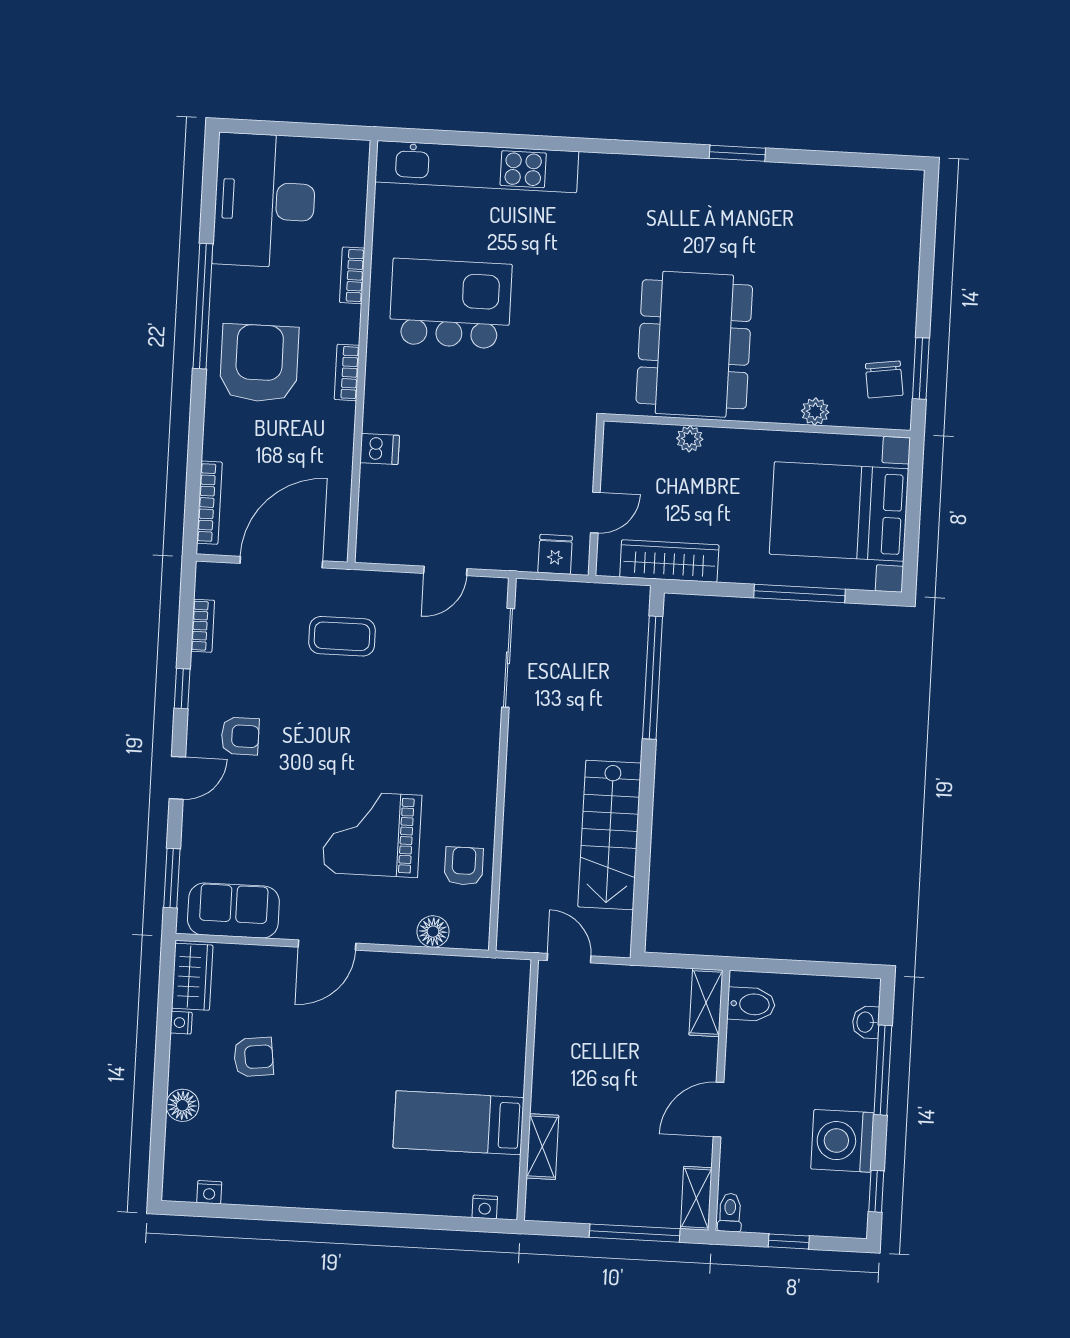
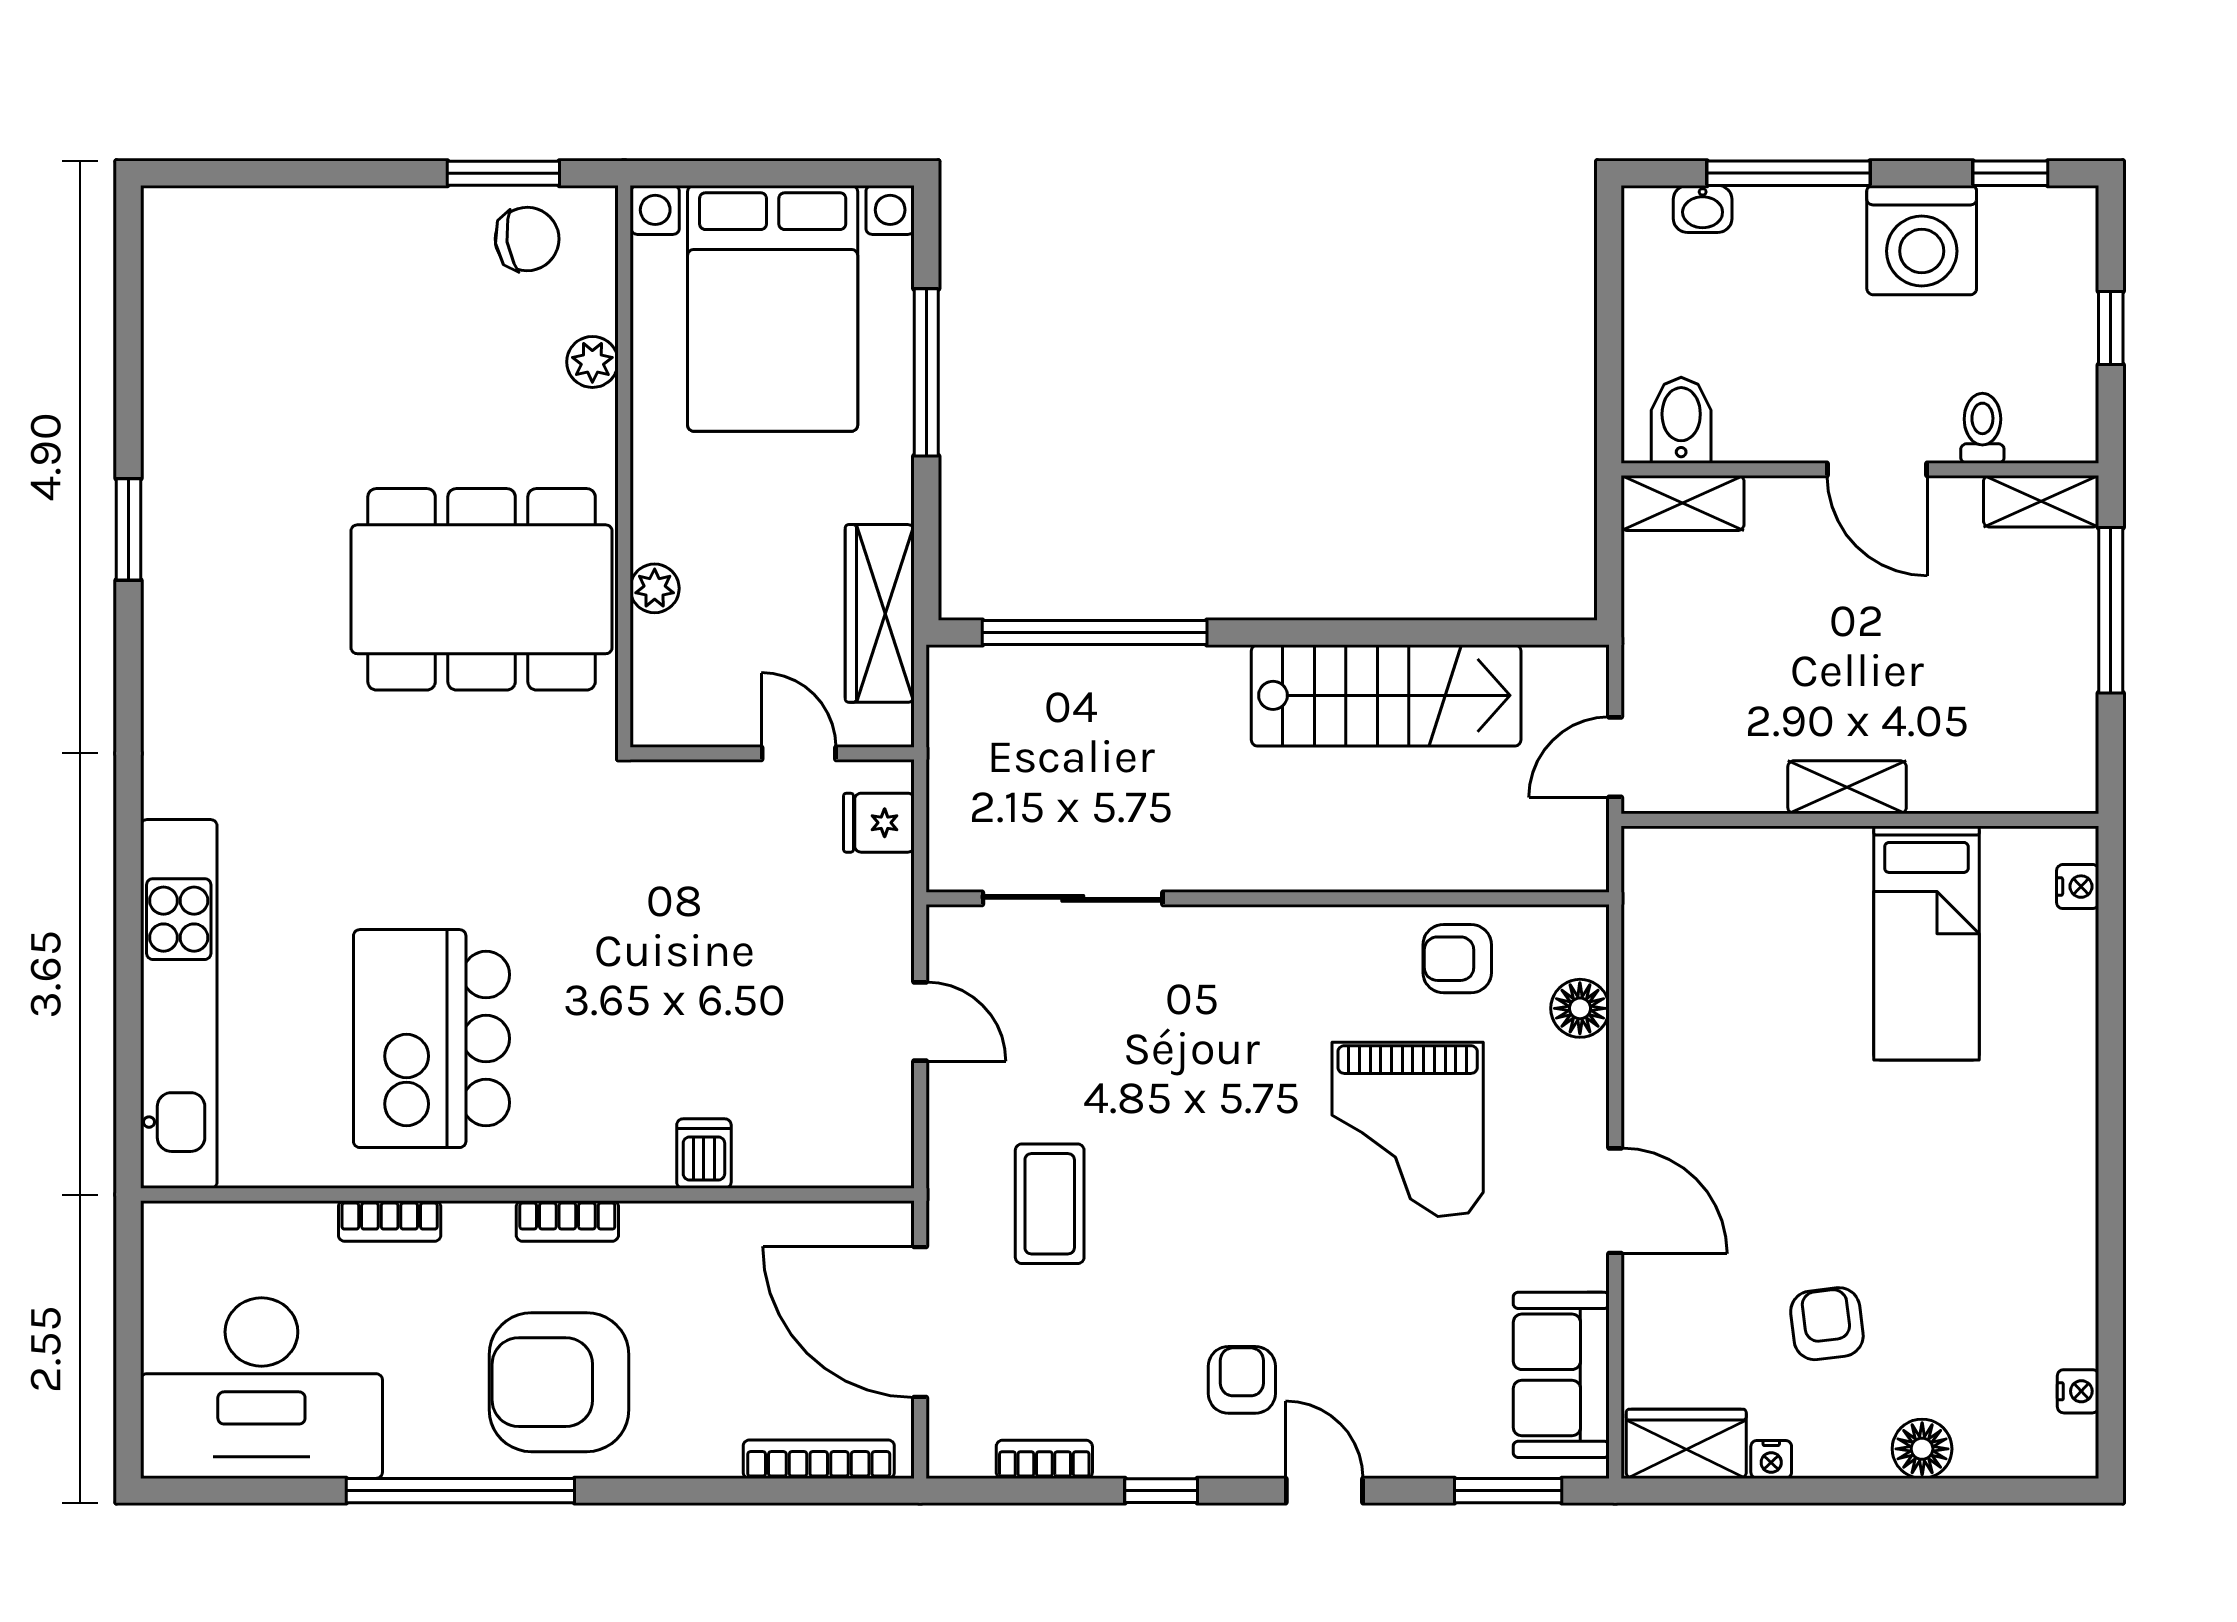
shelving: (542, 1147) -> (1847, 787), moved
toilet: (730, 1212) -> (1982, 428), moved, turned 90

